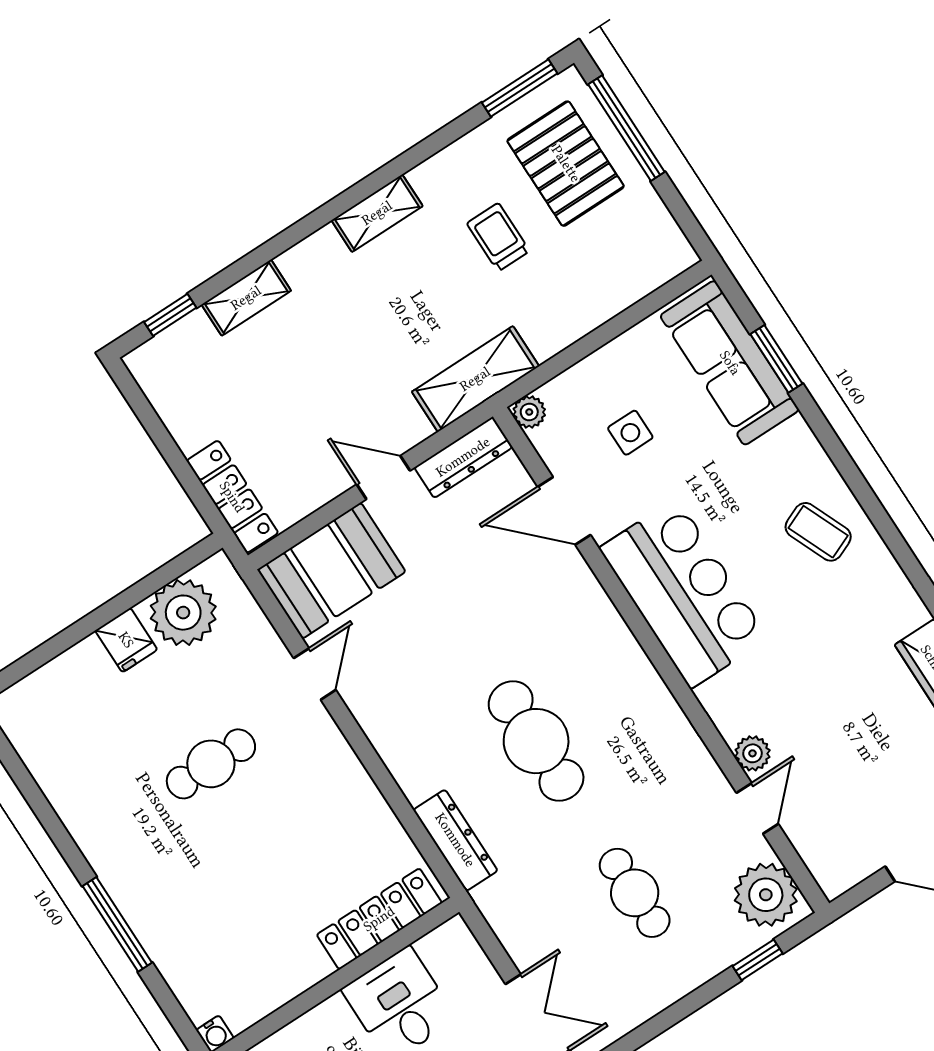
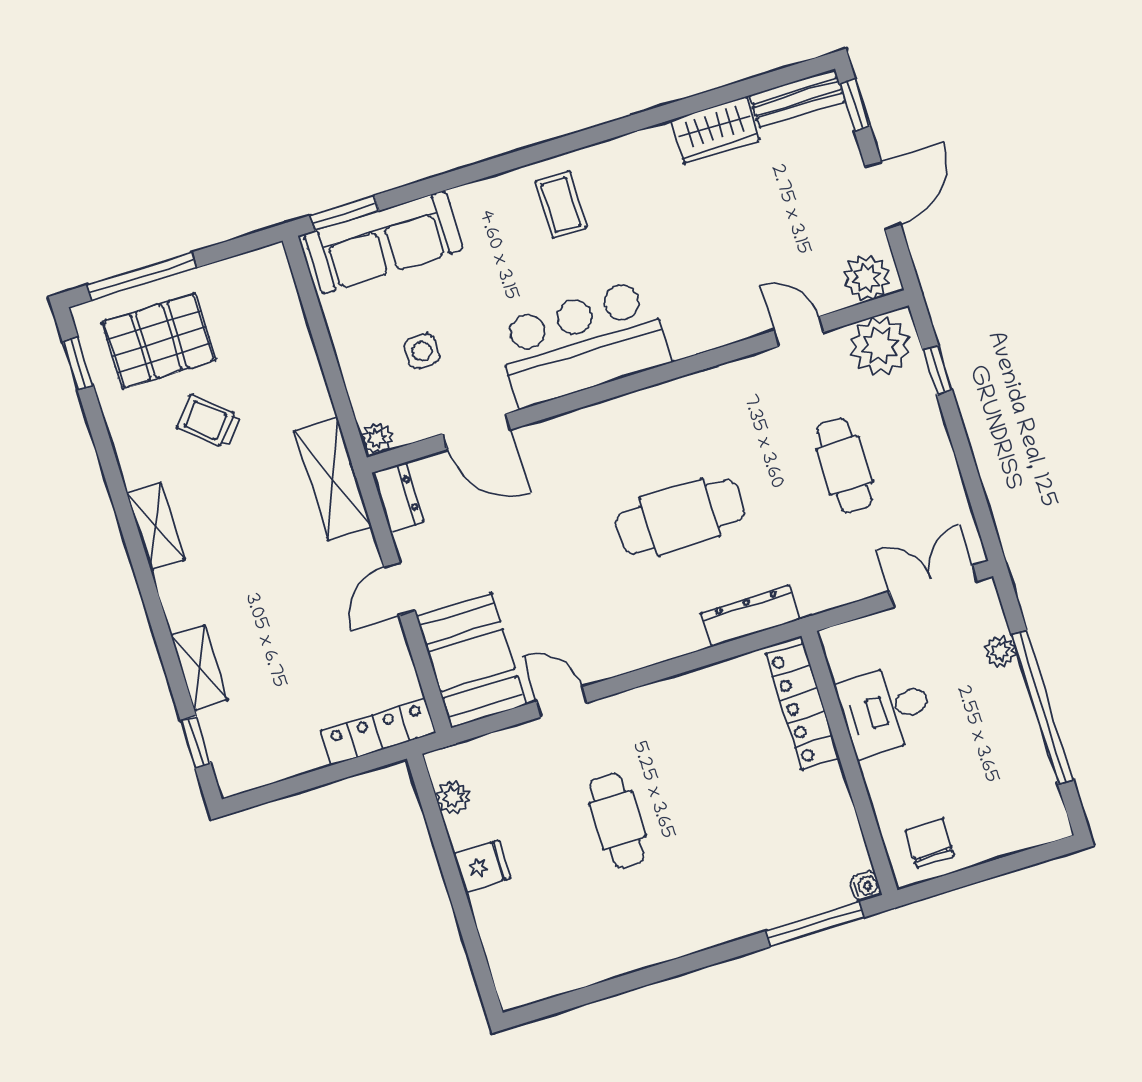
window: (520, 88) -> (78, 364), width x0.67
trolley: (498, 237) -> (209, 422), turned 40
window: (776, 359) -> (345, 213), moved
dresser: (463, 457) -> (397, 497), width x0.70
door: (564, 511) -> (476, 432), hinge flipped
coffee table: (818, 532) -> (561, 205), turned -67
plant: (183, 613) -> (453, 797), width x0.53, depth x0.53
plant: (752, 753) -> (867, 278), moved, width x1.38, depth x1.38
cafe table: (635, 893) -> (844, 466), turned 90
window: (117, 924) -> (815, 924), moved

